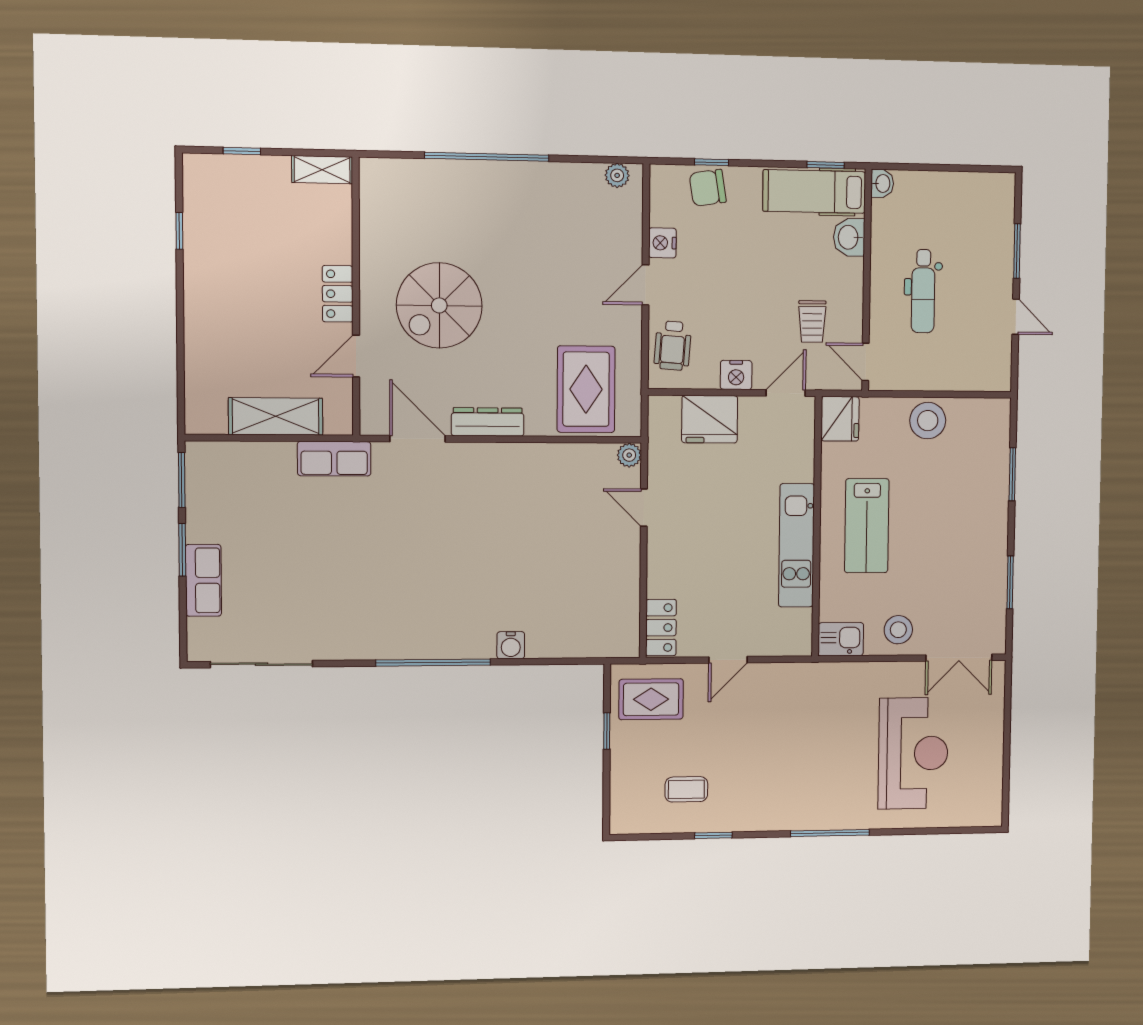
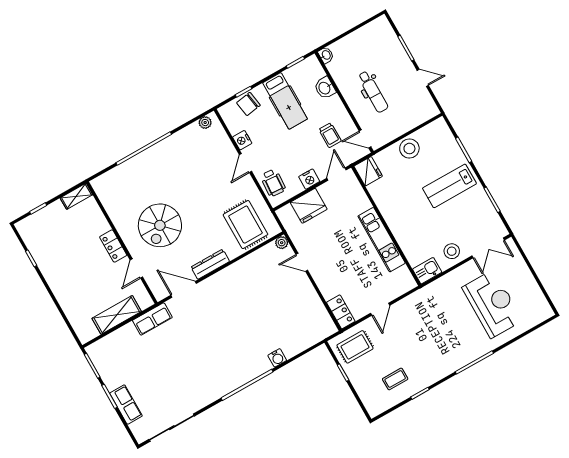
hospital bed: (814, 191) -> (285, 101), moved, turned -90
lab bench: (867, 526) -> (449, 186), moved, turned 90

